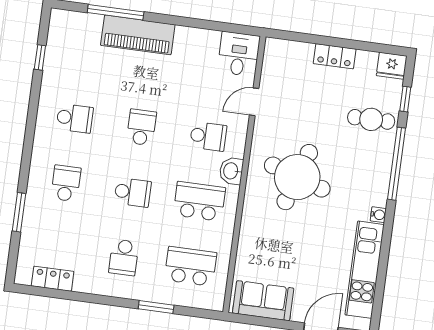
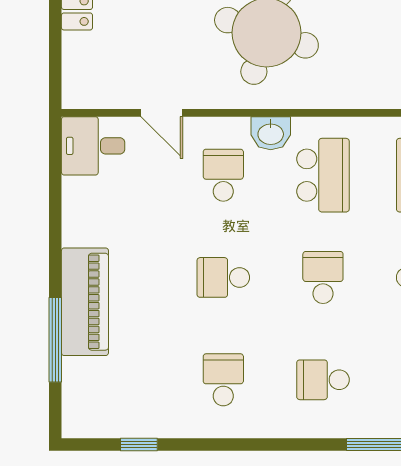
school desk: (199, 201) -> (323, 175), turned 180

